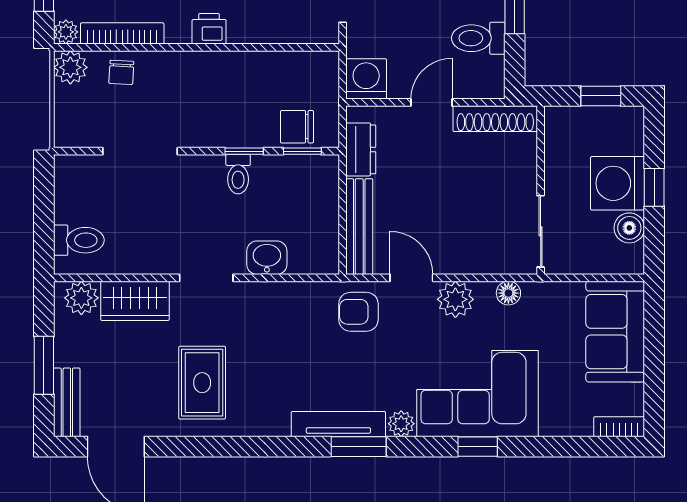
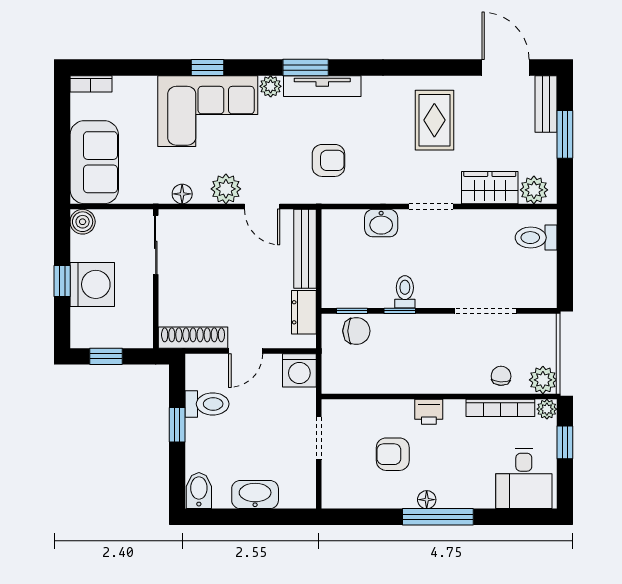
boiler: (629, 228) -> (83, 222), moved
armchair: (358, 312) -> (328, 160), moved

